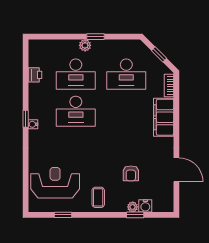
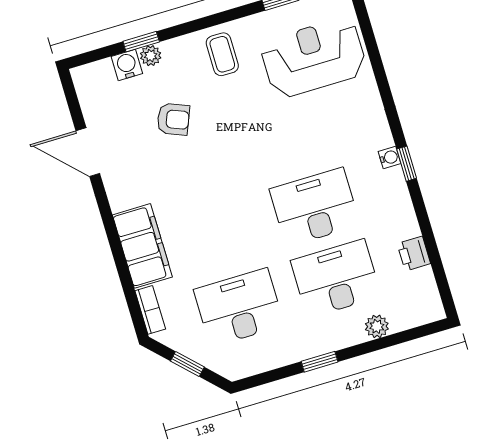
plant: (85, 45) -> (377, 326), moved
armchair: (131, 173) -> (173, 119), turned 112
reception desk: (55, 183) -> (314, 58), turned 180

